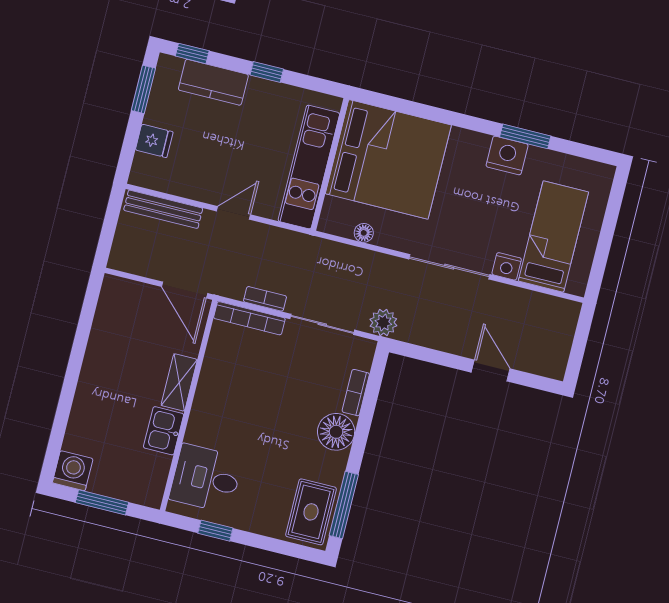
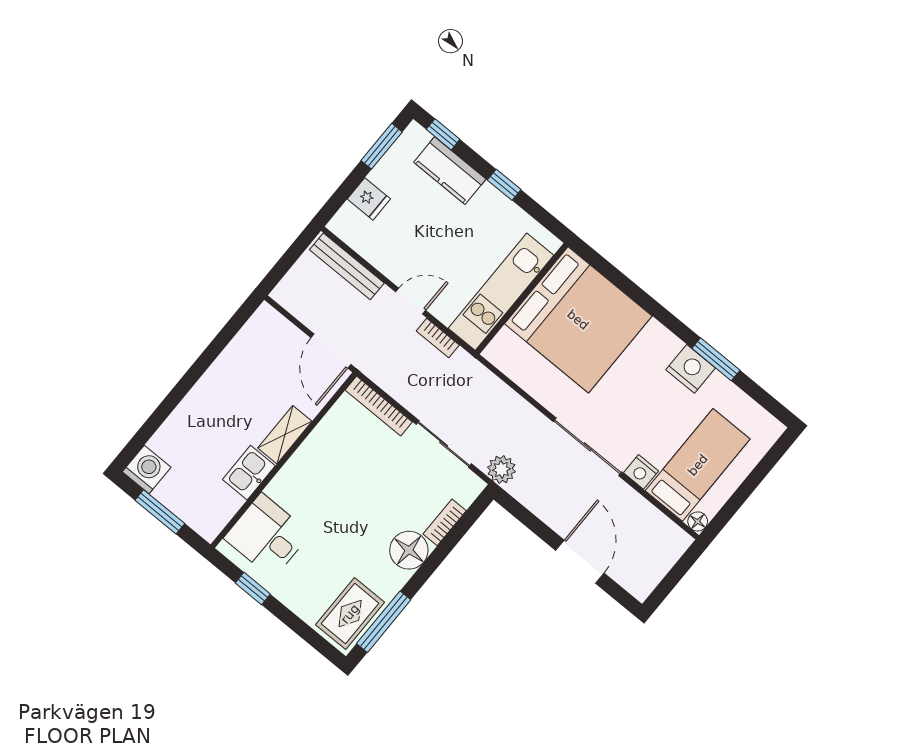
floor lamp: (364, 233) -> (698, 521), moved
bookcase: (265, 299) -> (438, 338), moved, turned 180
door: (491, 371) -> (580, 562), width x1.38

